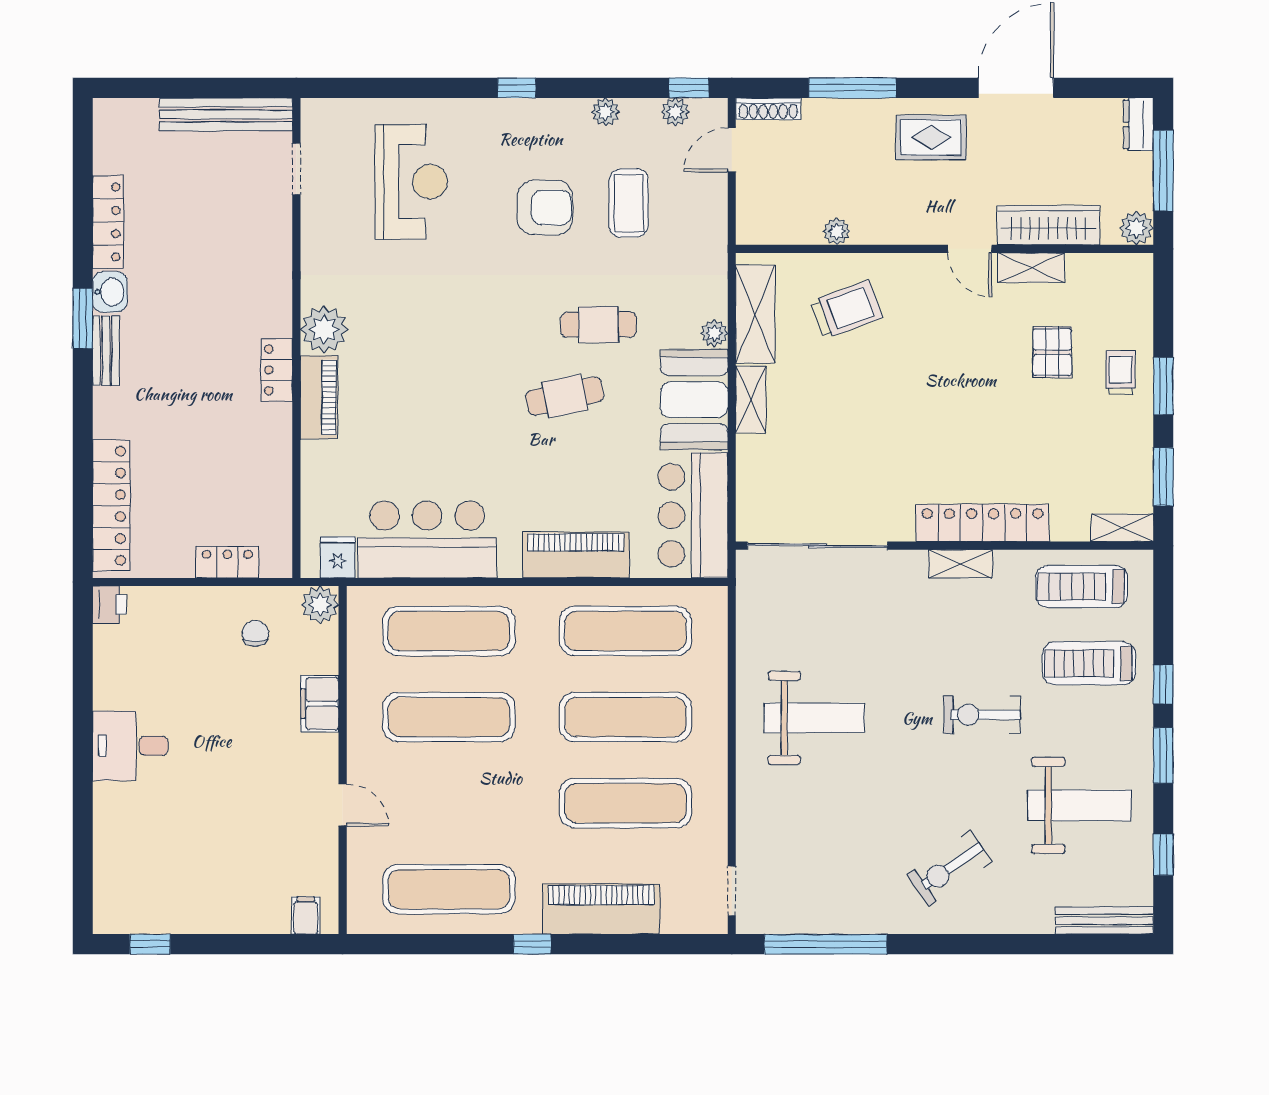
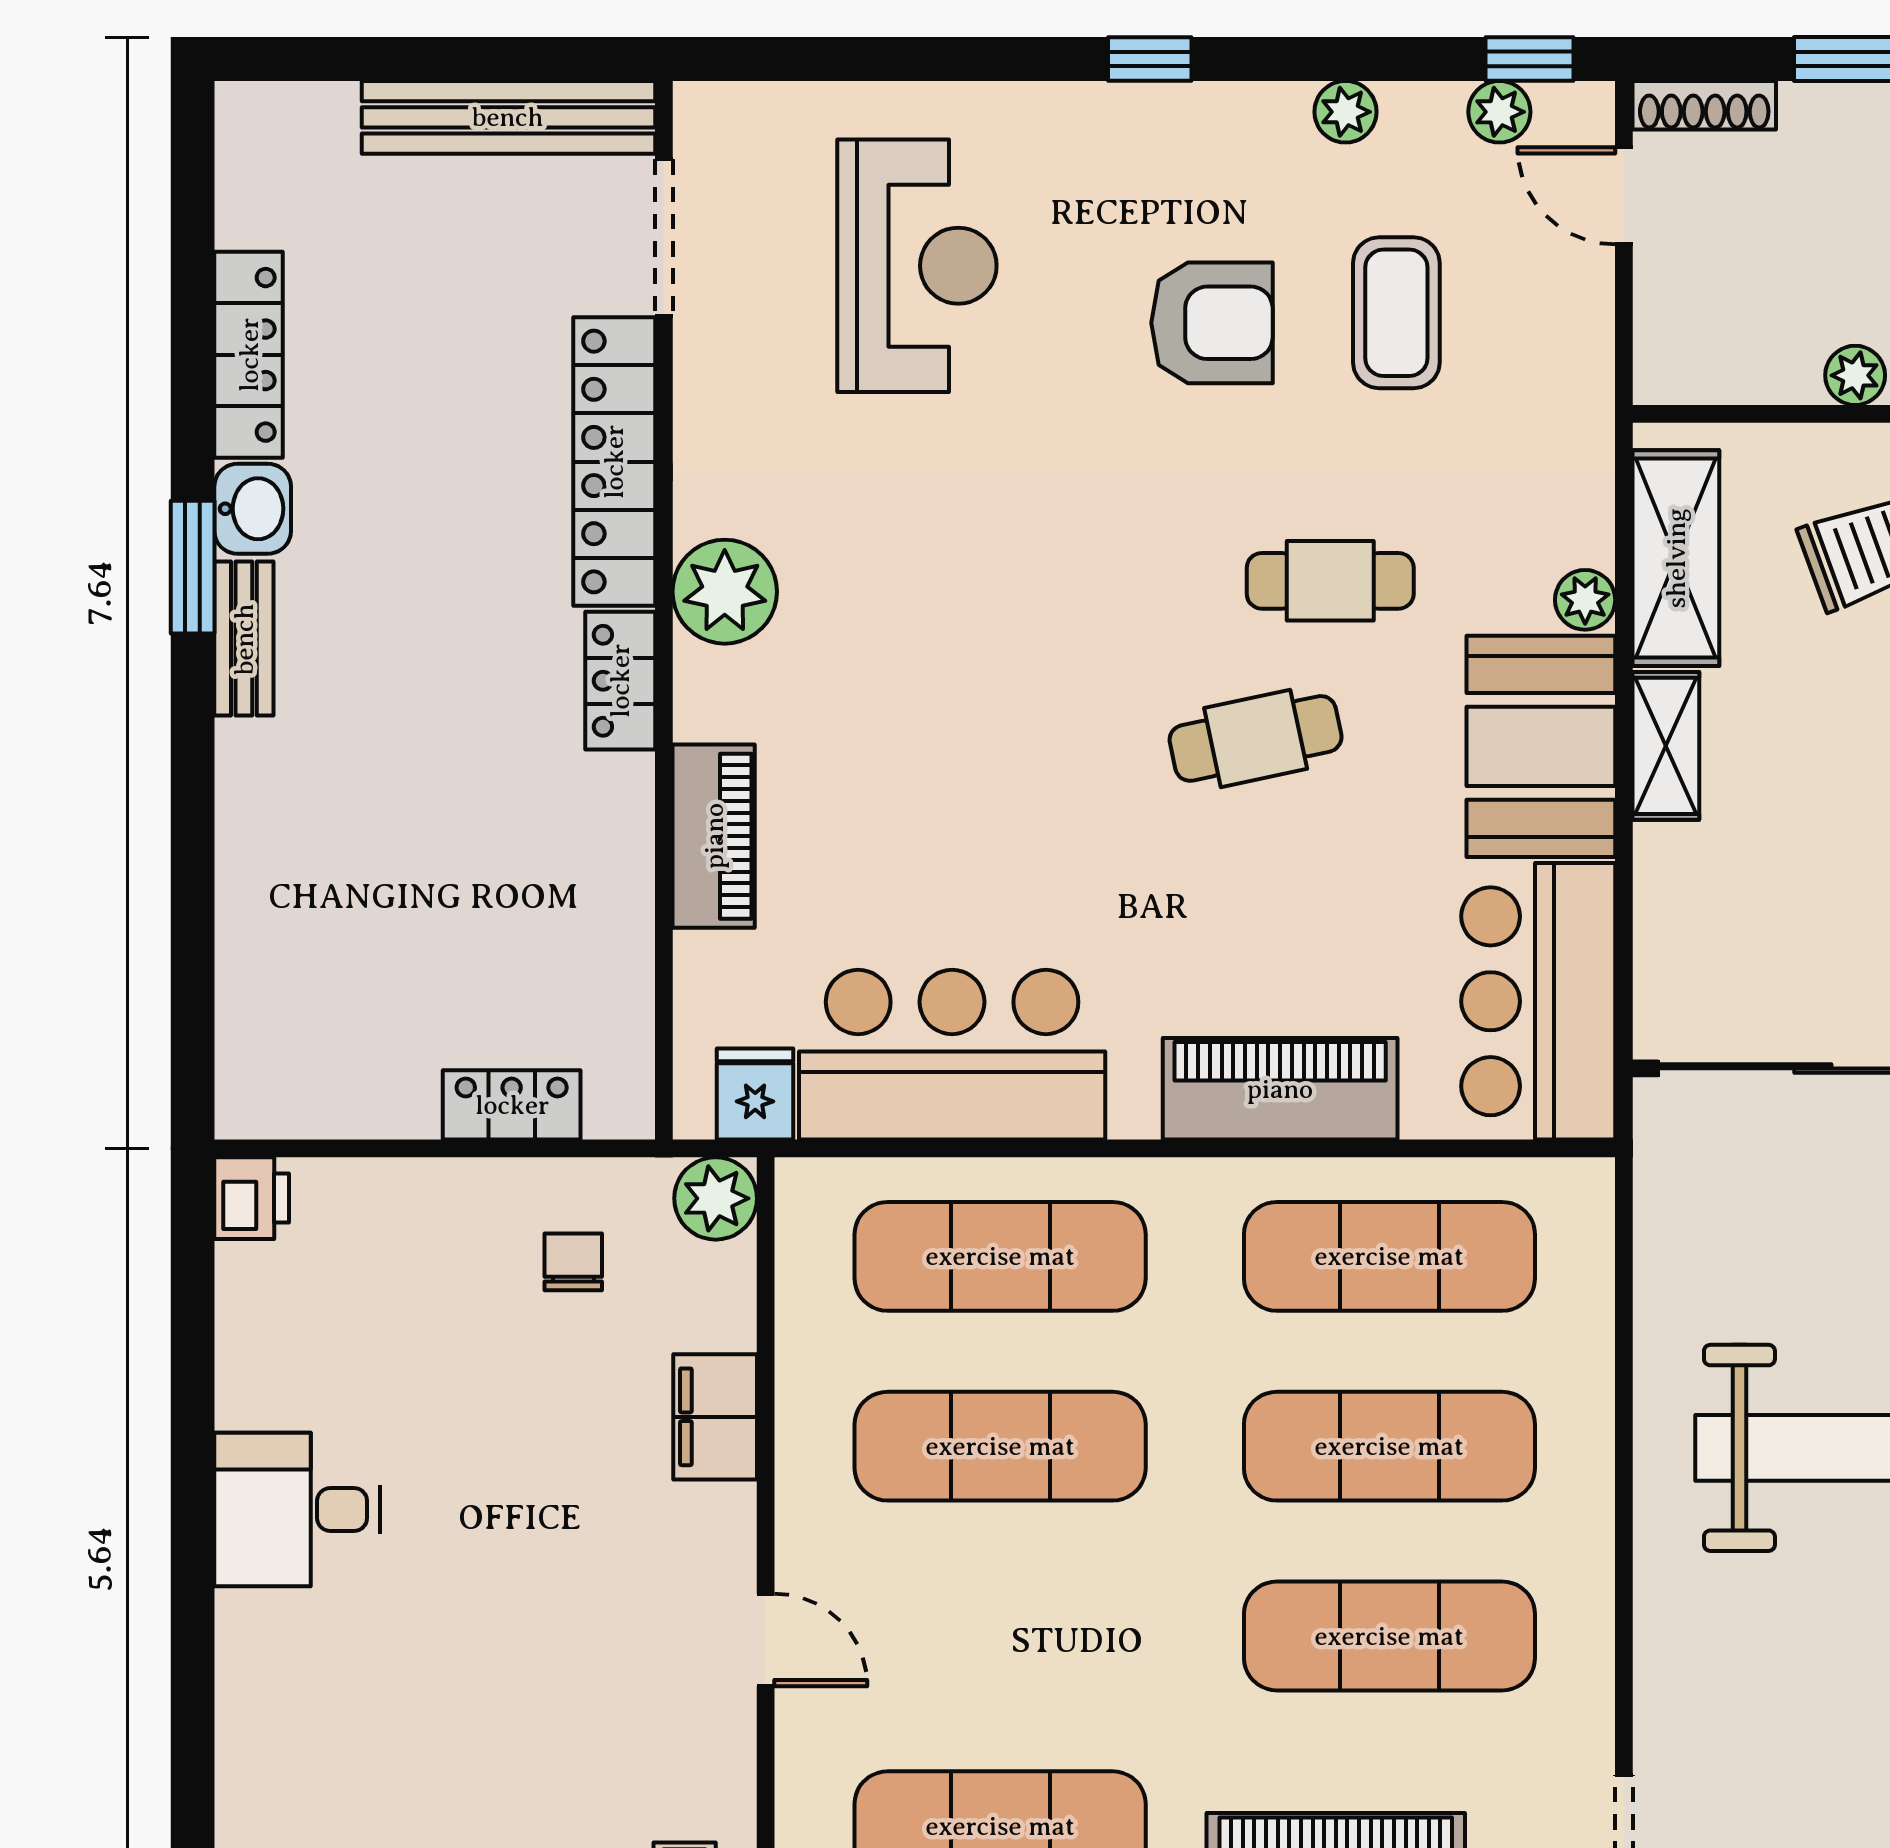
door: (732, 150) -> (1624, 196), hinge flipped
doorway: (296, 169) -> (664, 238), width x1.38
piano: (319, 397) -> (714, 836), moved
locker: (111, 506) -> (614, 462), moved, turned 180

